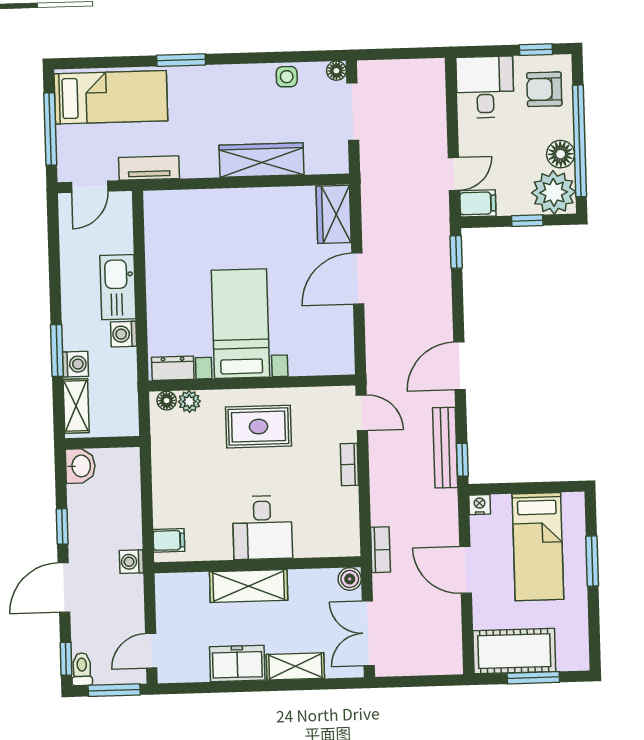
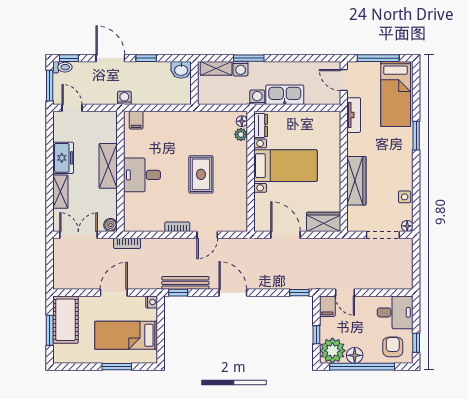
bed with nightstands: (240, 324) -> (285, 166), moved
dresser: (173, 368) -> (261, 125), moved
wall: (252, 383) -> (251, 171), moved
floor lamp: (167, 401) -> (242, 121), moved
plant: (189, 401) -> (241, 134), moved

